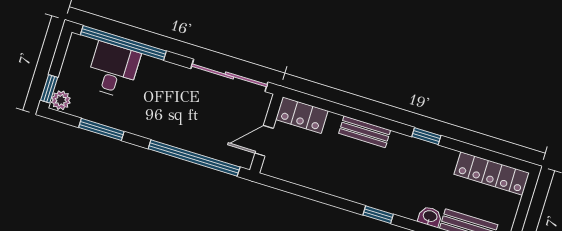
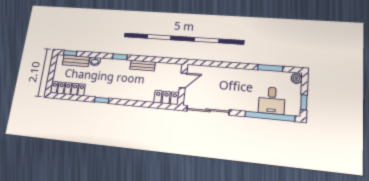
window: (49, 89) -> (304, 102), moved
bench: (365, 132) -> (143, 65), moved
window: (194, 158) -> (218, 64), removed

